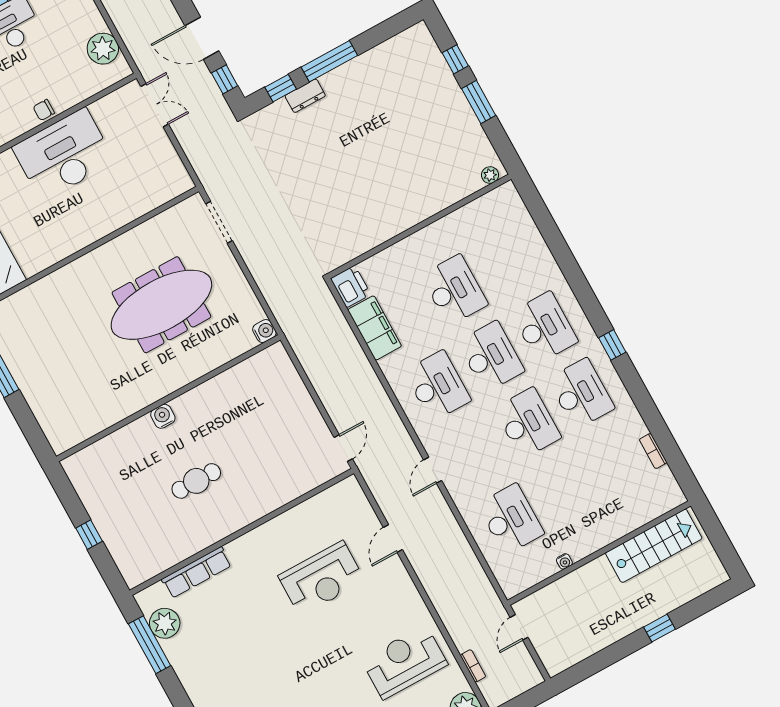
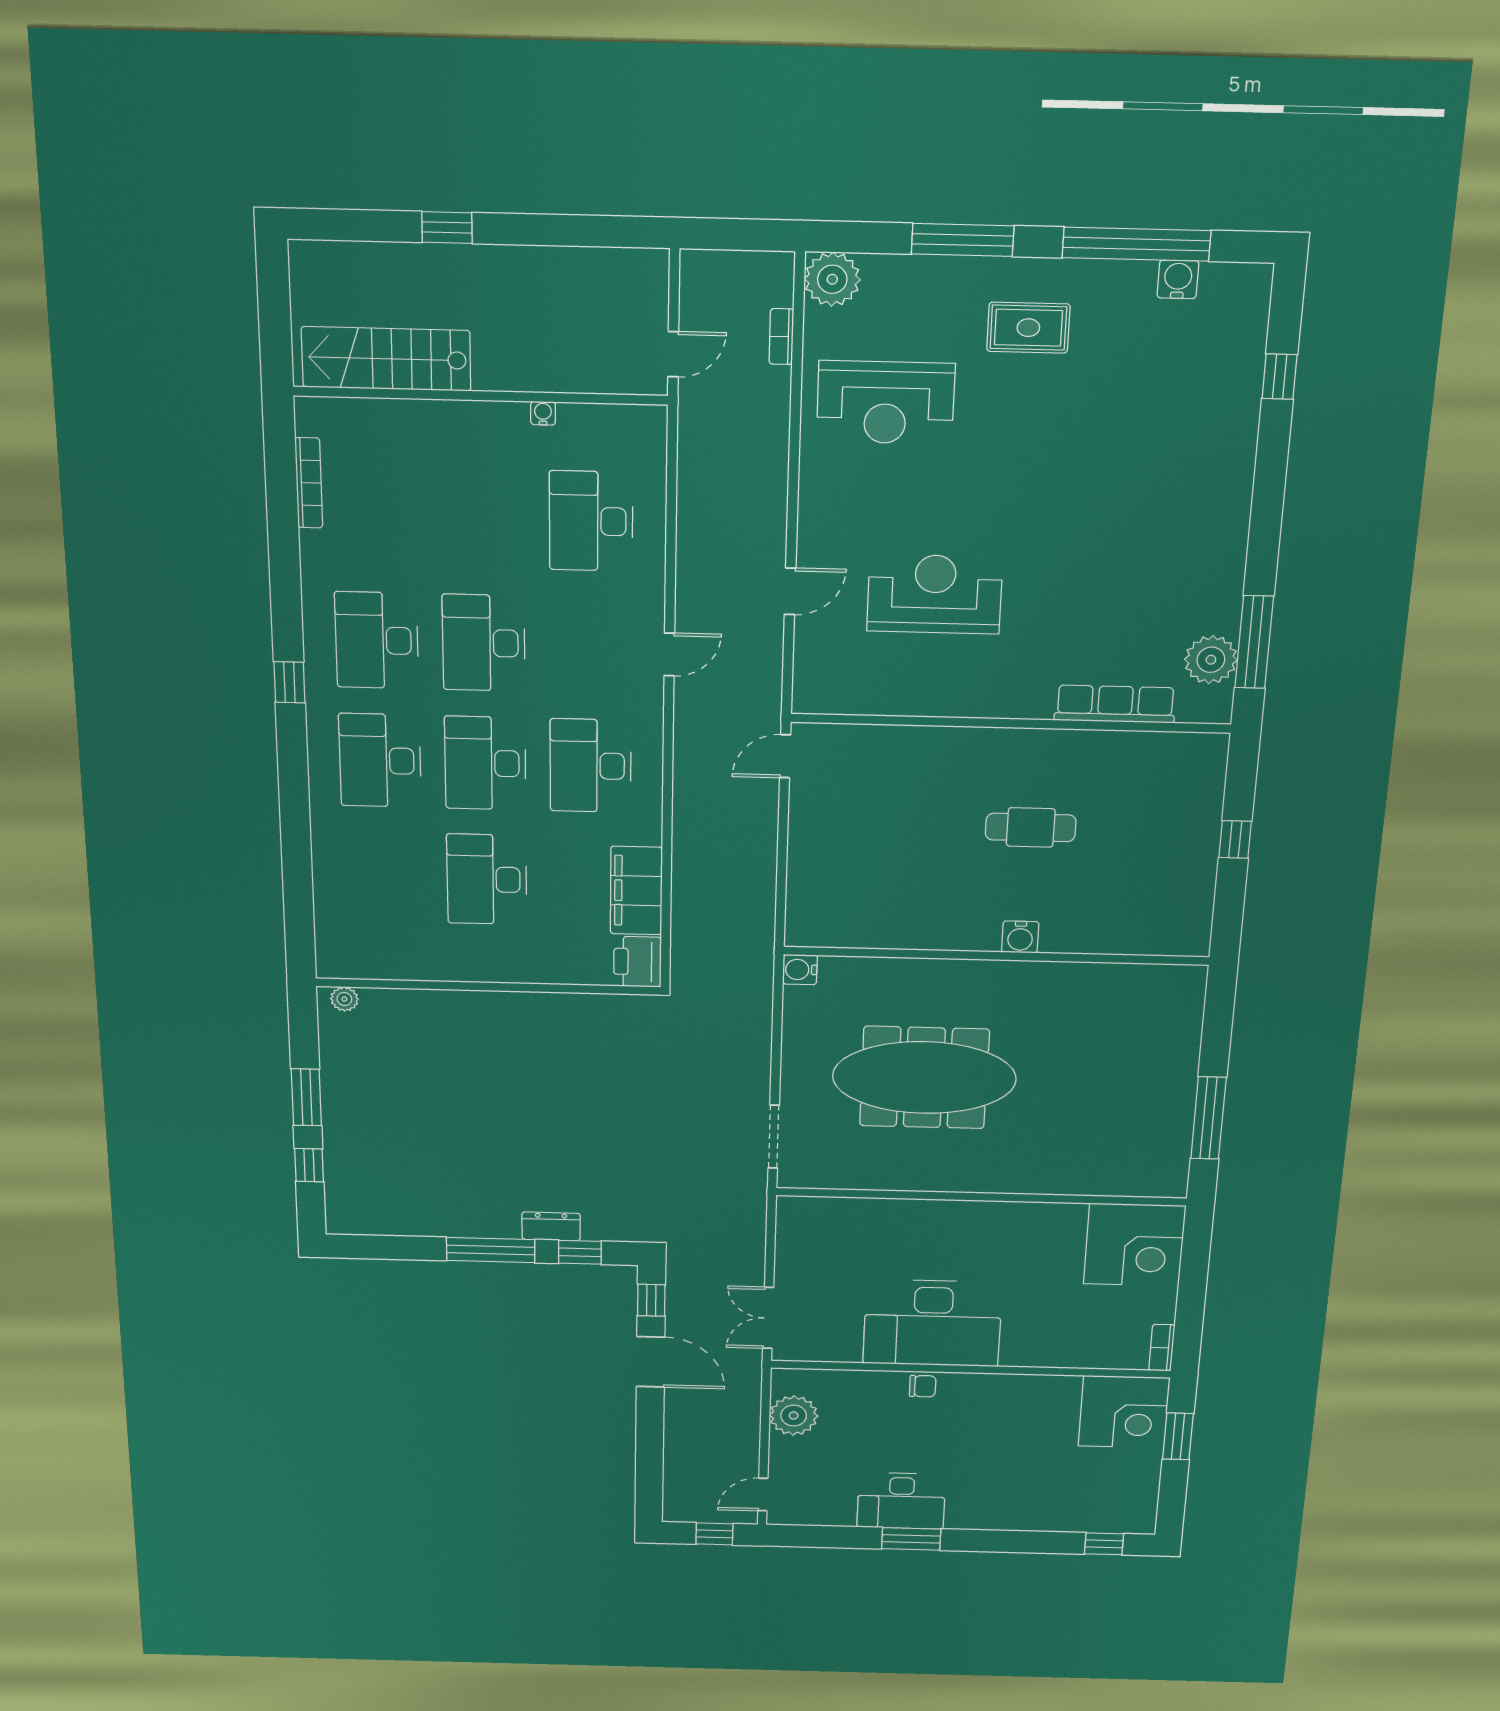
bookcase: (653, 451) -> (309, 483), width x1.56

